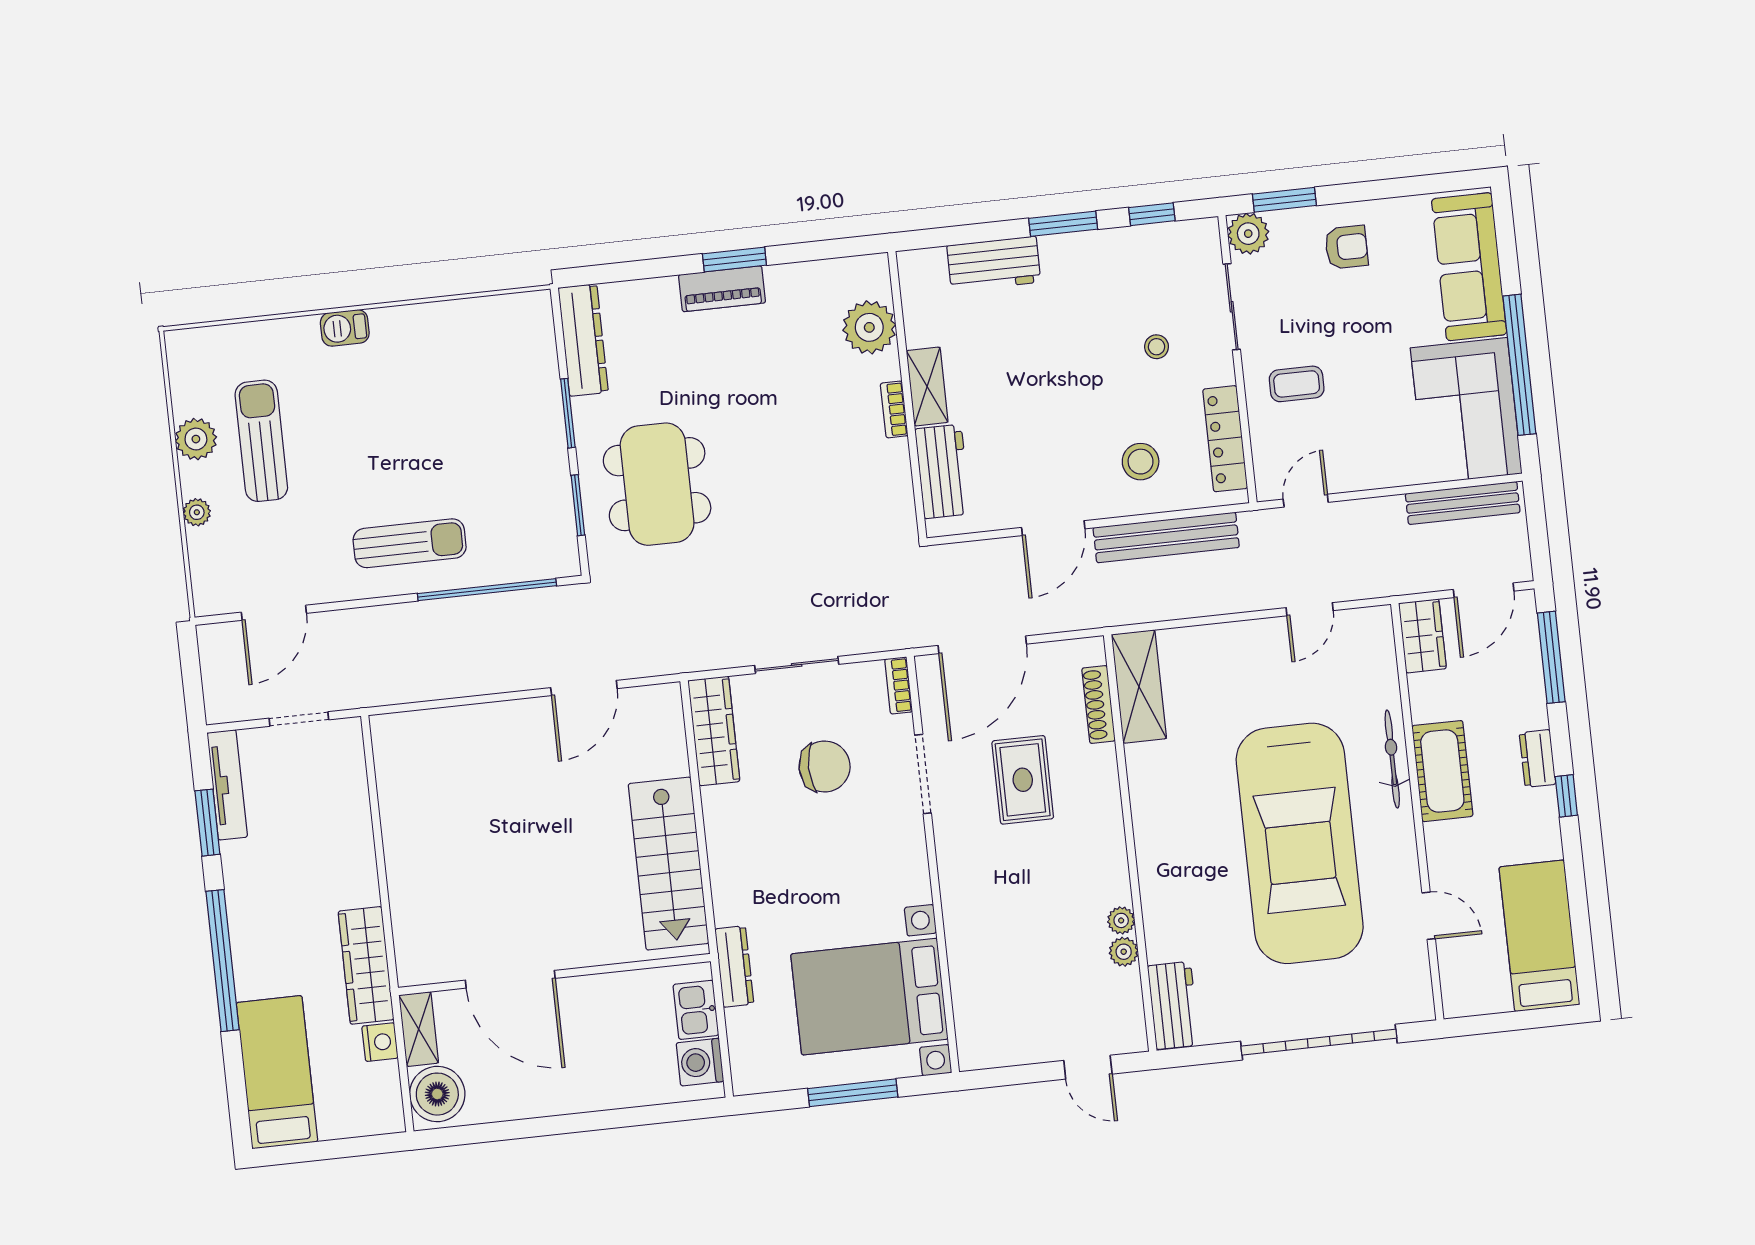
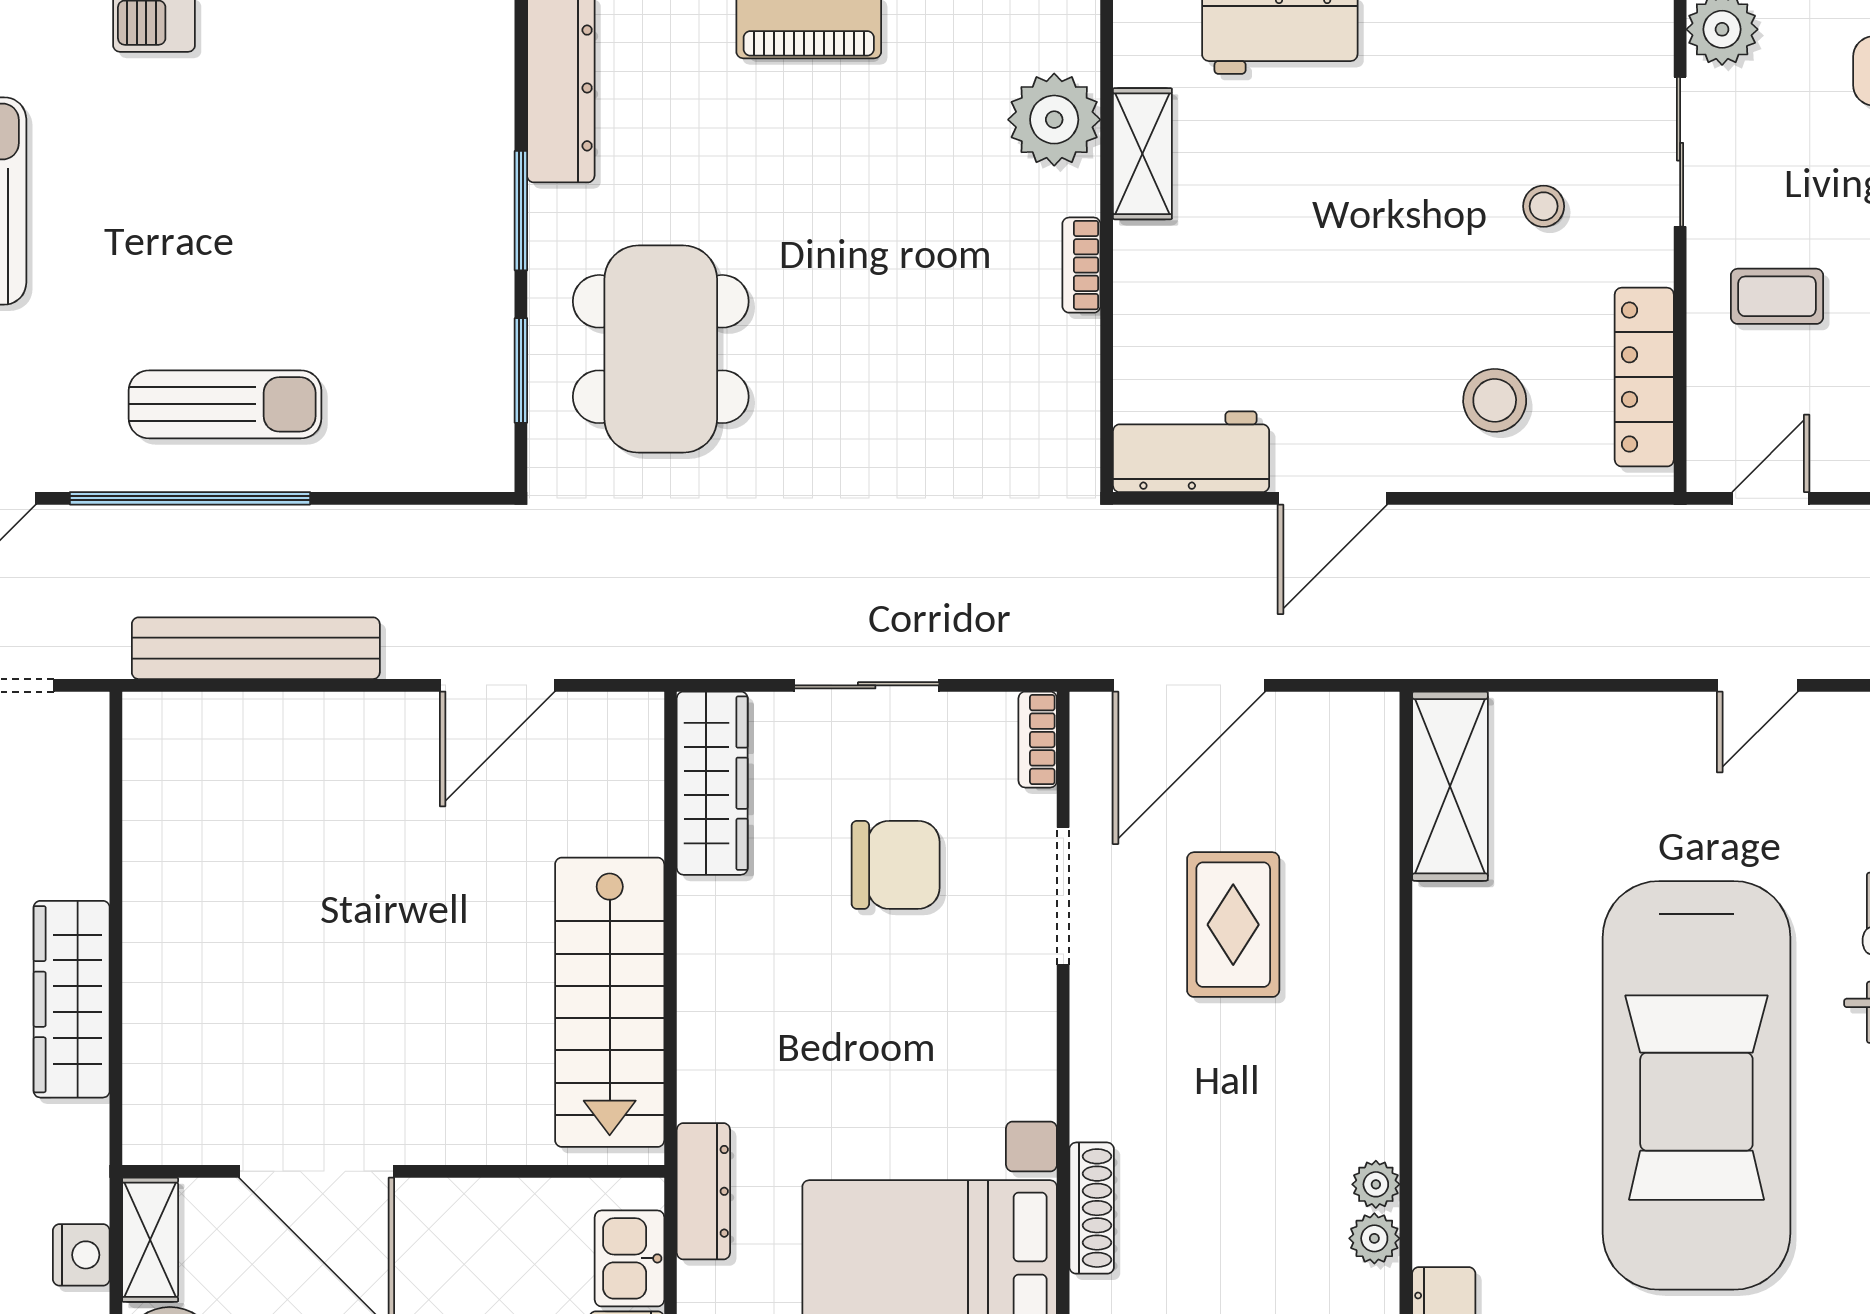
shelving: (927, 386) -> (1142, 154), moved
workbench: (943, 471) -> (1191, 452), moved, turned -90
bench: (1166, 537) -> (256, 648), moved
window: (487, 590) -> (190, 498), moved
shoe rack: (1099, 704) -> (1092, 1208), moved, turned 180
wardrobe: (366, 965) -> (72, 999), moved

